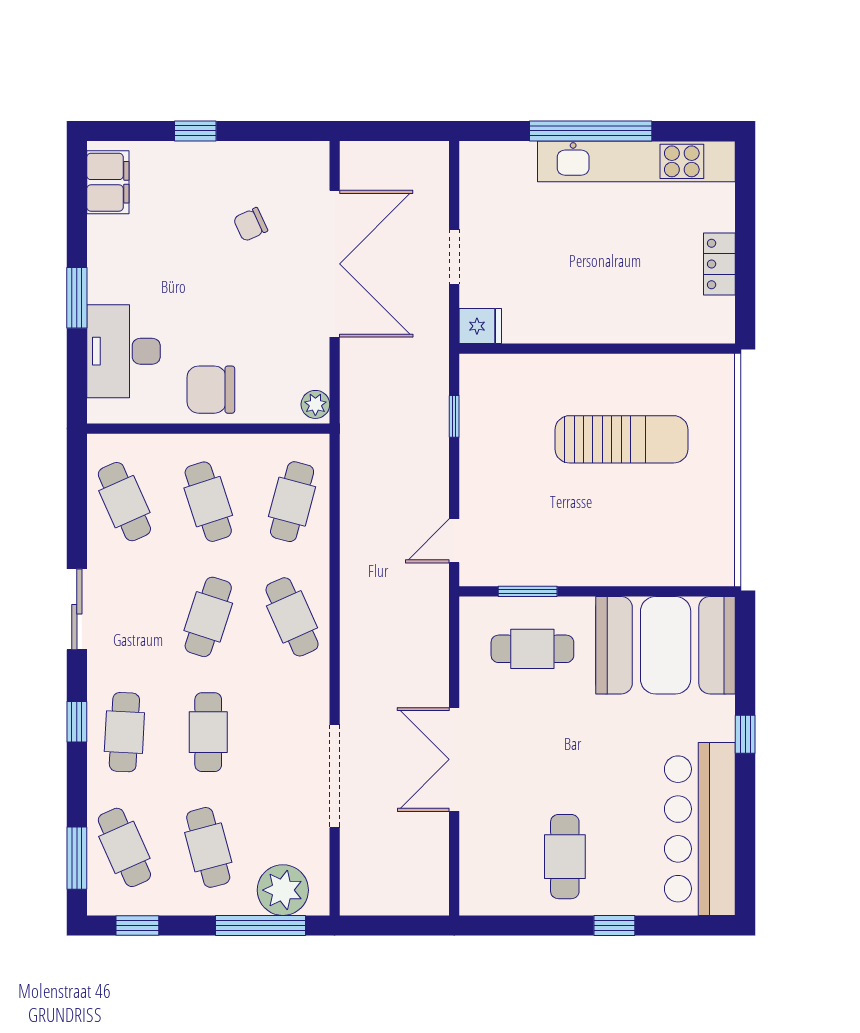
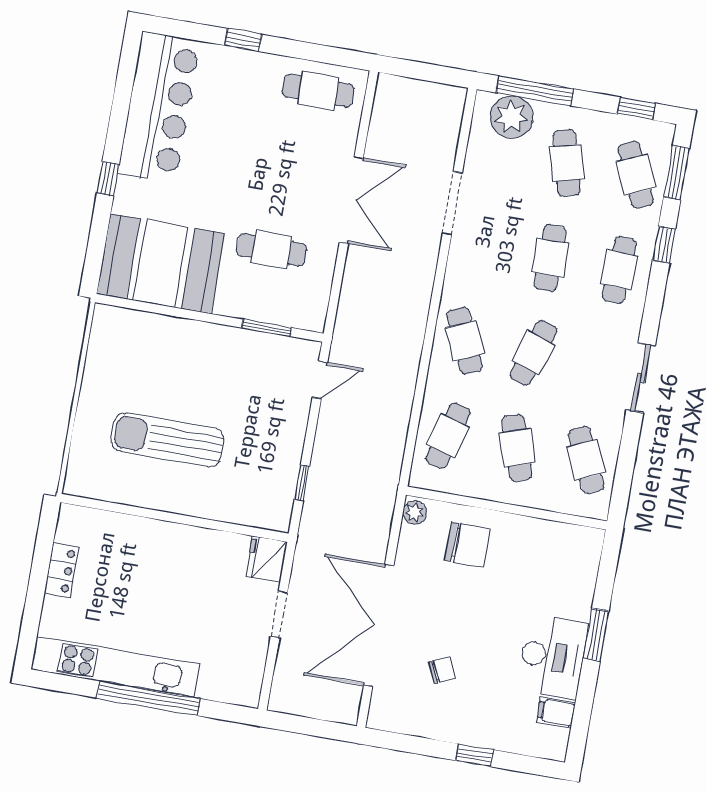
filing cabinet: (108, 182) -> (556, 713), width x0.50
fridge: (480, 326) -> (266, 559), width x1.38
desk: (124, 351) -> (553, 657), moved
chair: (211, 390) -> (467, 544), moved
cafe table: (532, 649) -> (272, 250), moved
window: (77, 722) -> (664, 244), moved
doorway: (335, 776) -> (452, 203), width x0.73
cafe table: (565, 857) -> (318, 91), moved, turned 90

